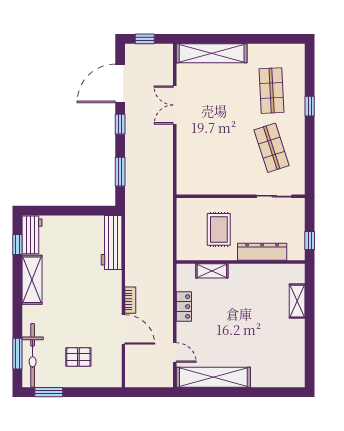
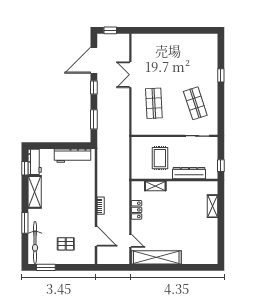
shelving: (212, 53) -> (155, 40), removed
shop shelf: (272, 91) -> (154, 103), moved
workbench: (112, 243) -> (72, 156), moved, turned -90
door: (123, 329) -> (96, 236), moved
window: (17, 354) -> (25, 223), moved

